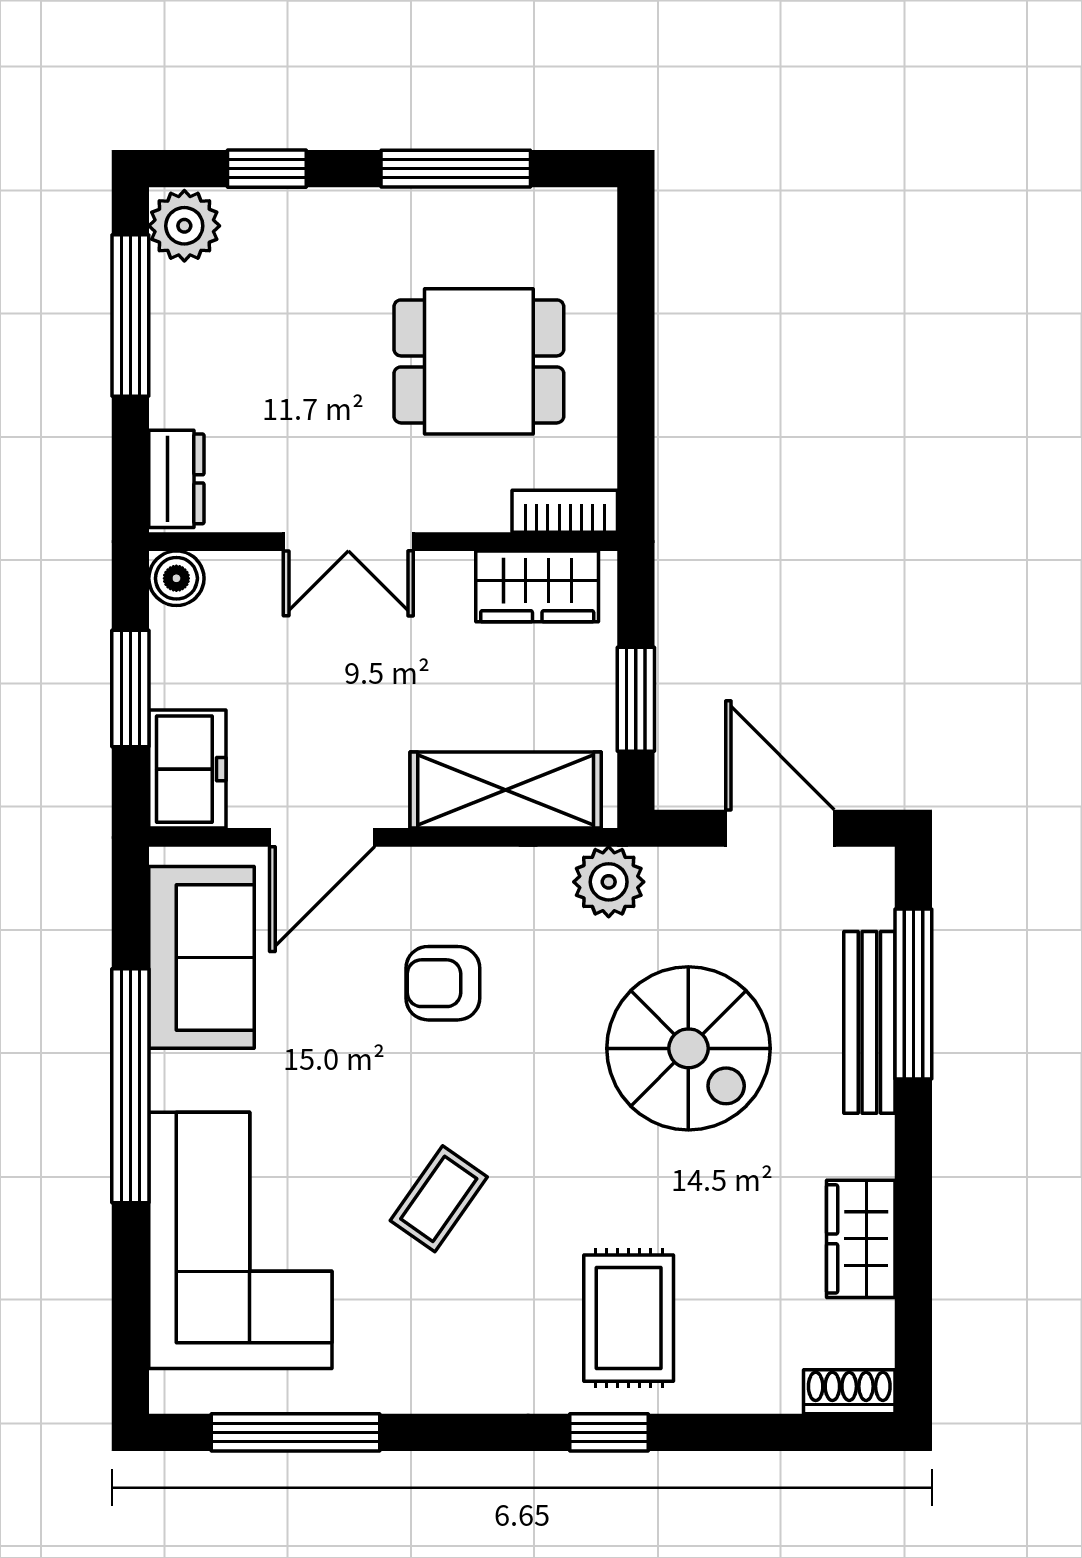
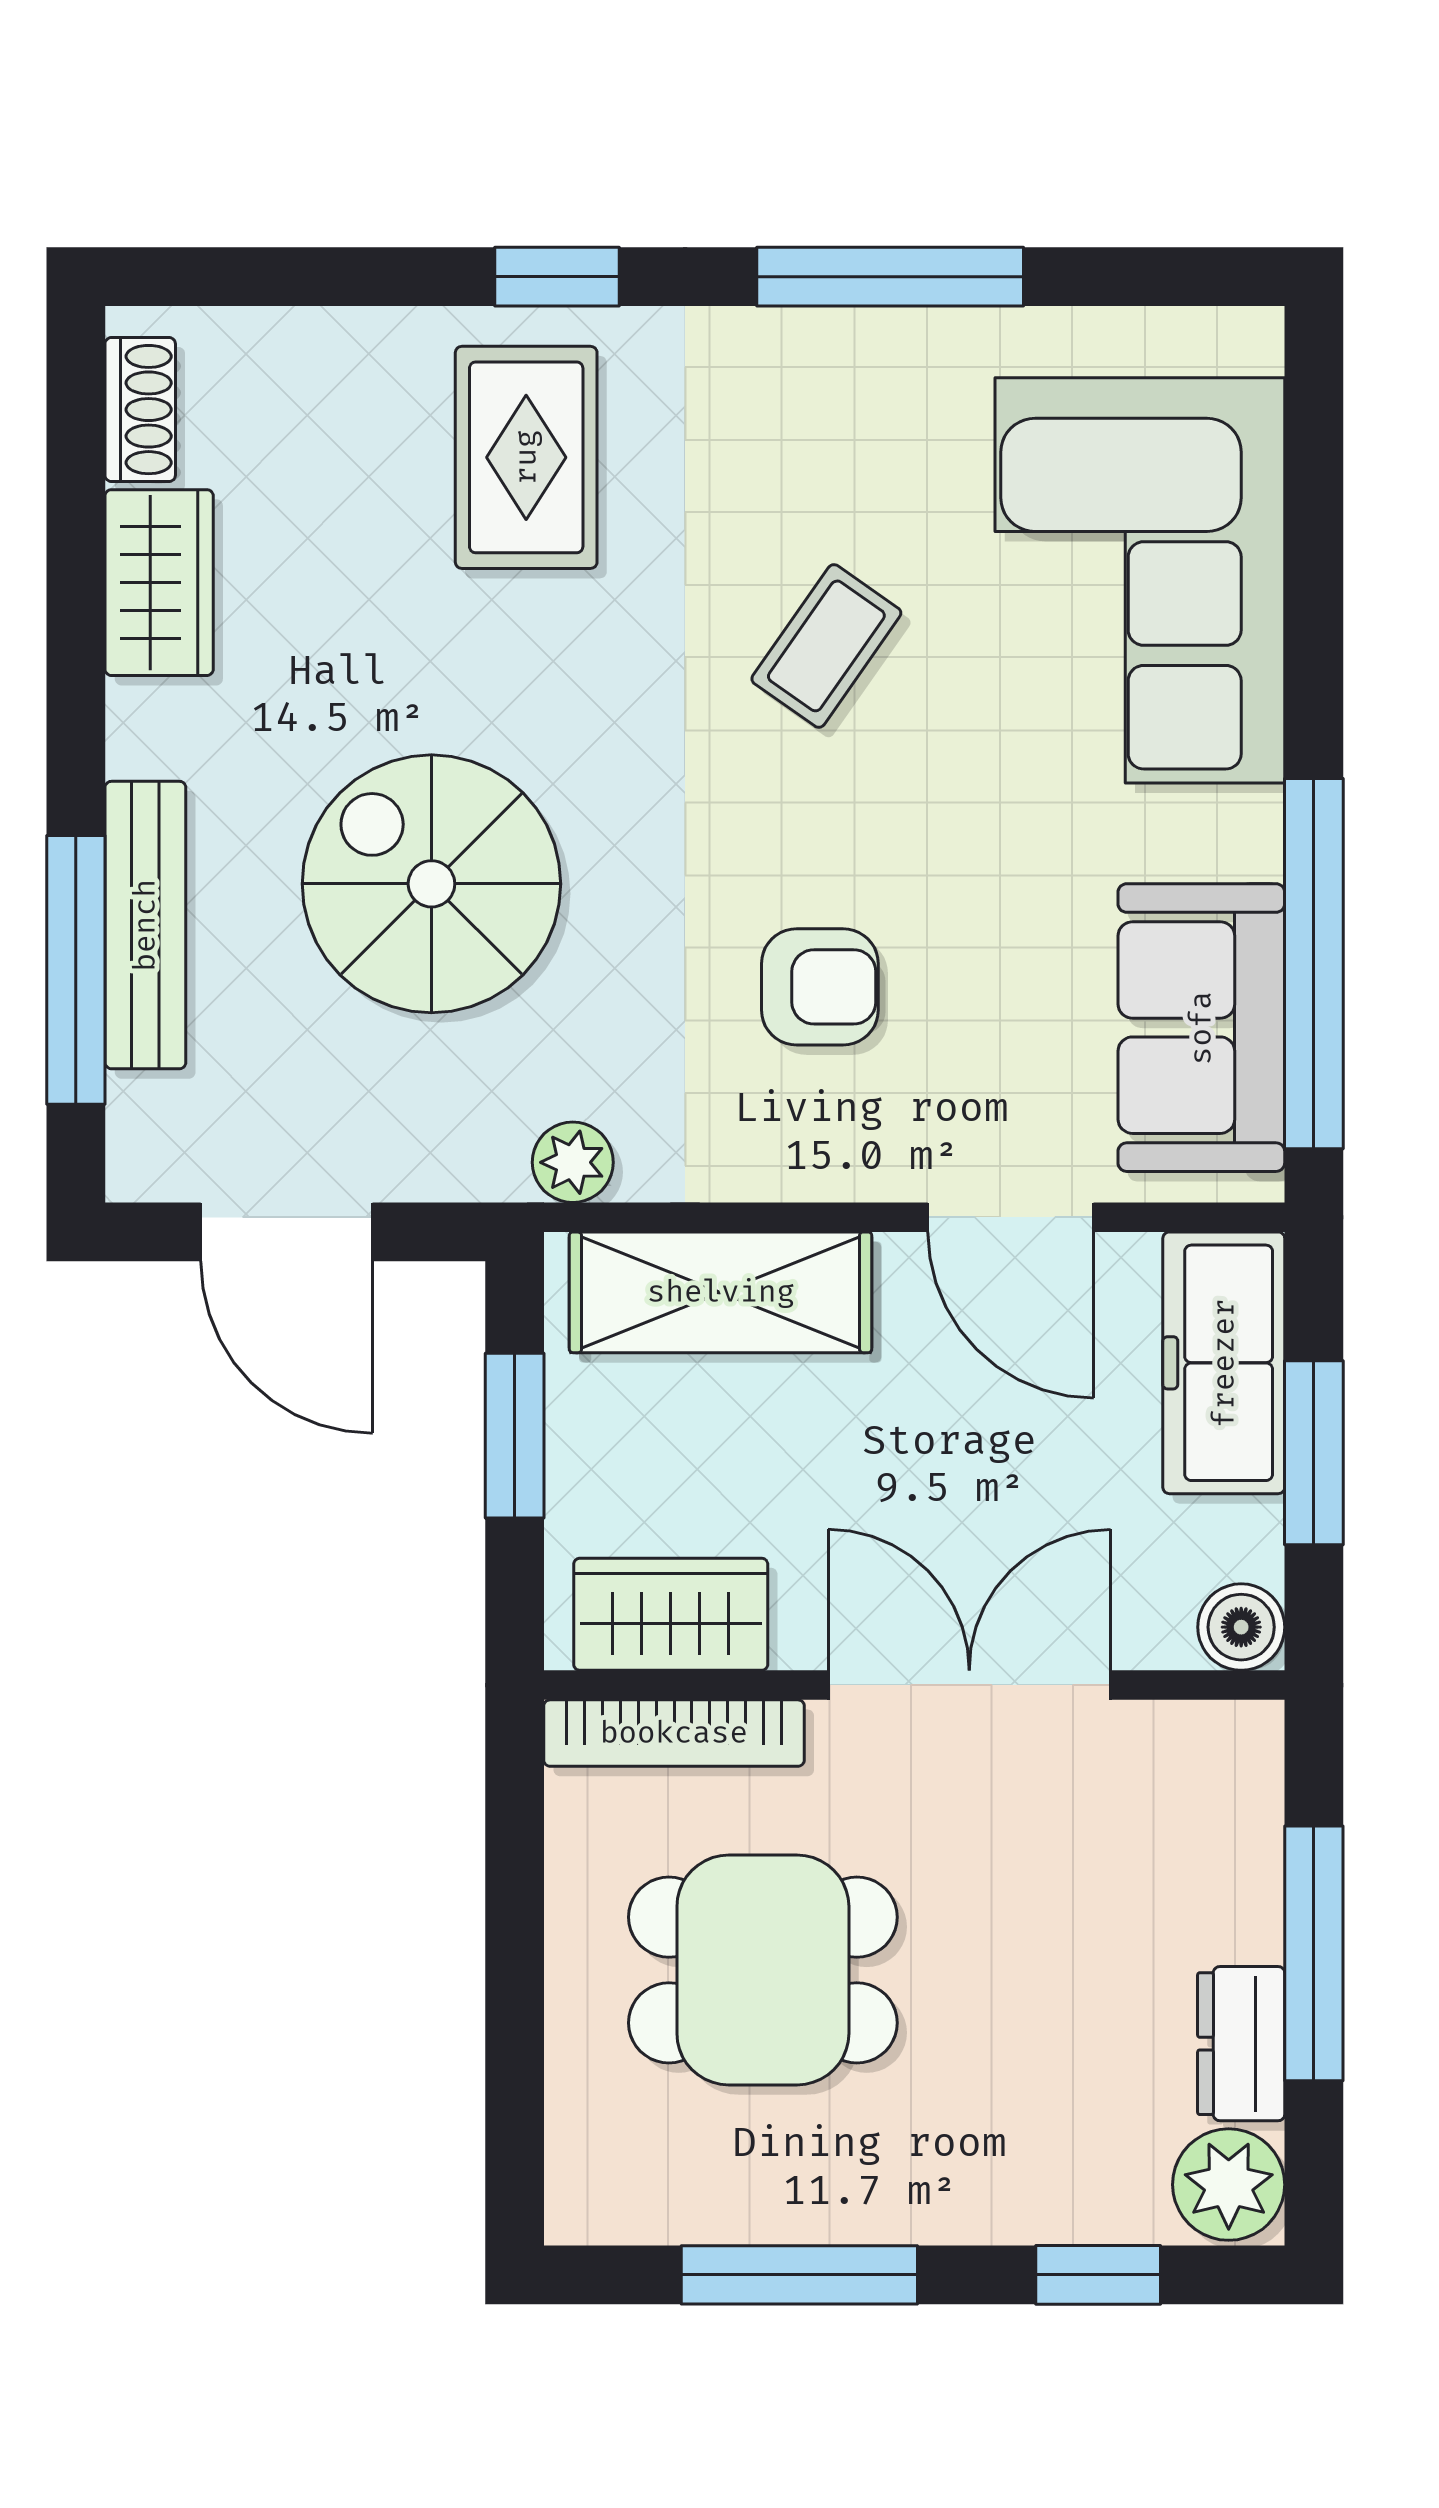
window: (130, 316) -> (1314, 1953), moved
dresser: (176, 479) -> (1241, 2044), moved
bookcase: (565, 511) -> (674, 1733), width x1.56
double door: (348, 542) -> (969, 1685), width x1.37
freezer: (187, 769) -> (1224, 1363), width x1.40
door: (322, 837) -> (1011, 1217), swing flipped
plant: (609, 882) -> (573, 1162), width x0.73, depth x0.73
window: (130, 1086) -> (1314, 964), moved
shoe rack: (849, 1392) -> (140, 410), moved, turned -90
window: (295, 1432) -> (890, 277), moved

